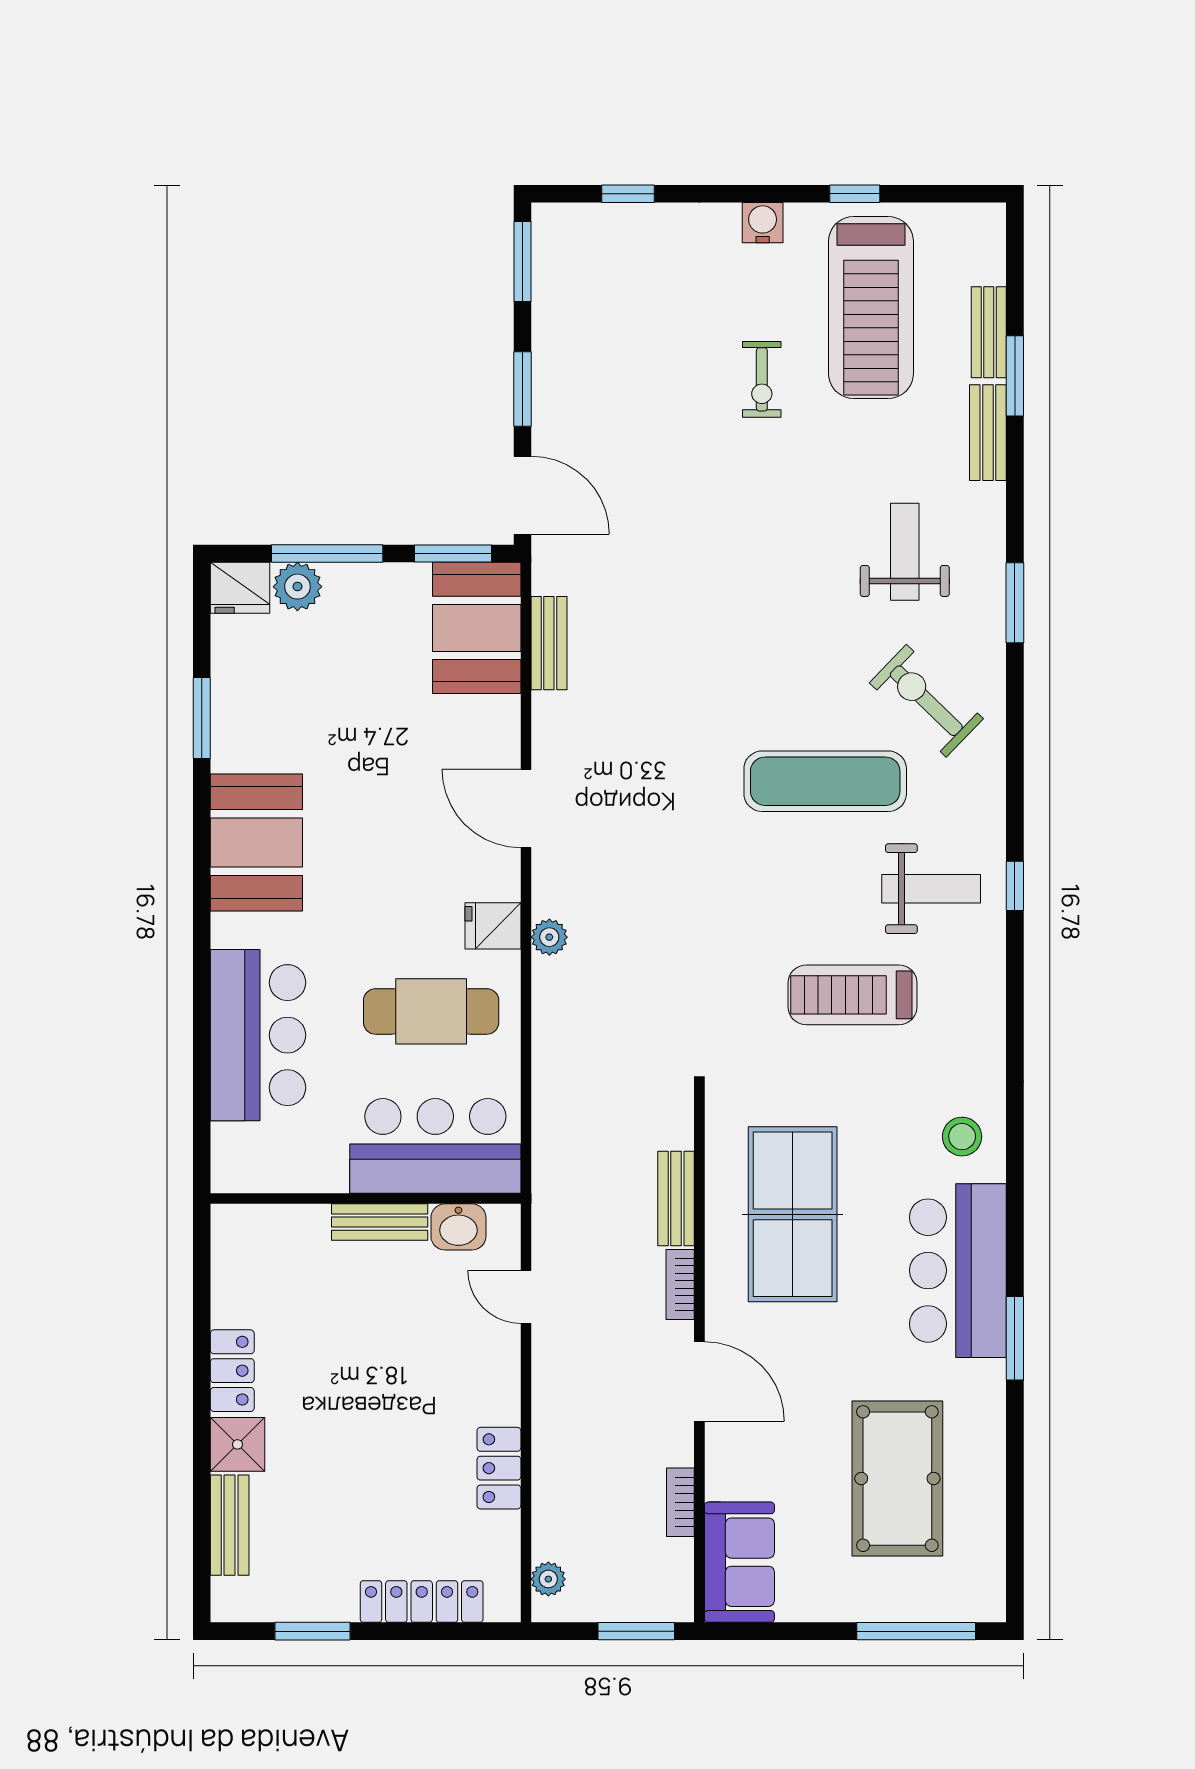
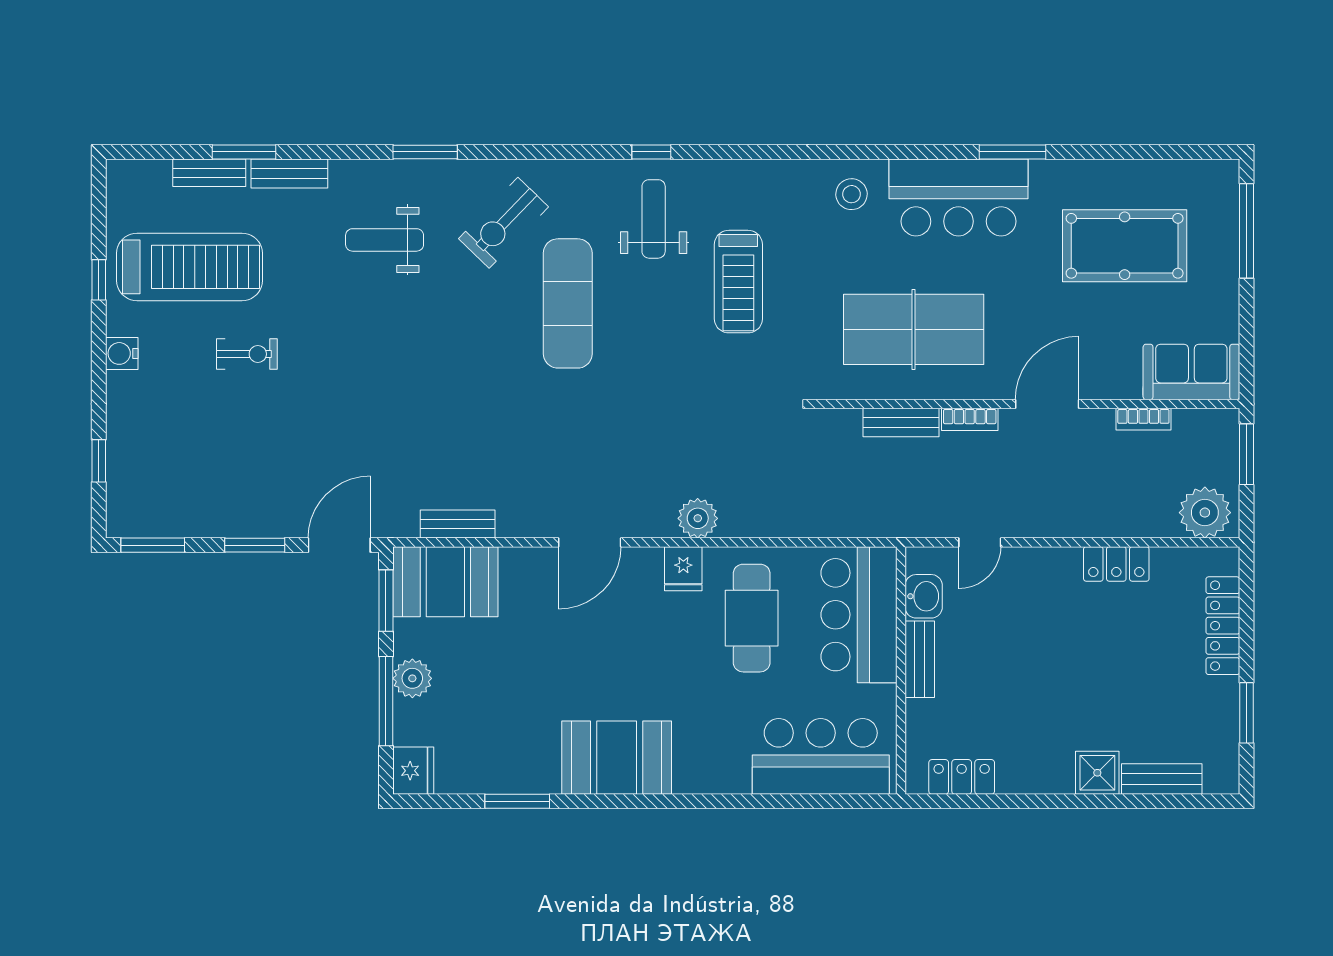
plant: (297, 587) -> (412, 678), moved
plant: (549, 937) -> (698, 518), width x1.38, depth x1.38
bar counter: (258, 1035) -> (821, 756), moved
locker: (232, 1371) -> (962, 777), moved
plant: (548, 1579) -> (1205, 513), width x1.87, depth x1.87

